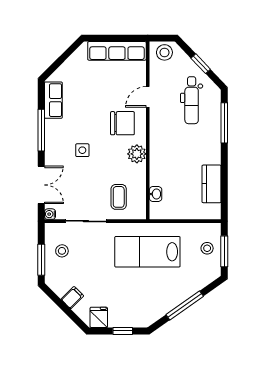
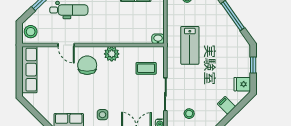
side table: (82, 150) -> (102, 115), moved
washbasin: (156, 194) -> (158, 39), moved
lab bench: (147, 252) -> (190, 45), width x0.73, depth x0.72

